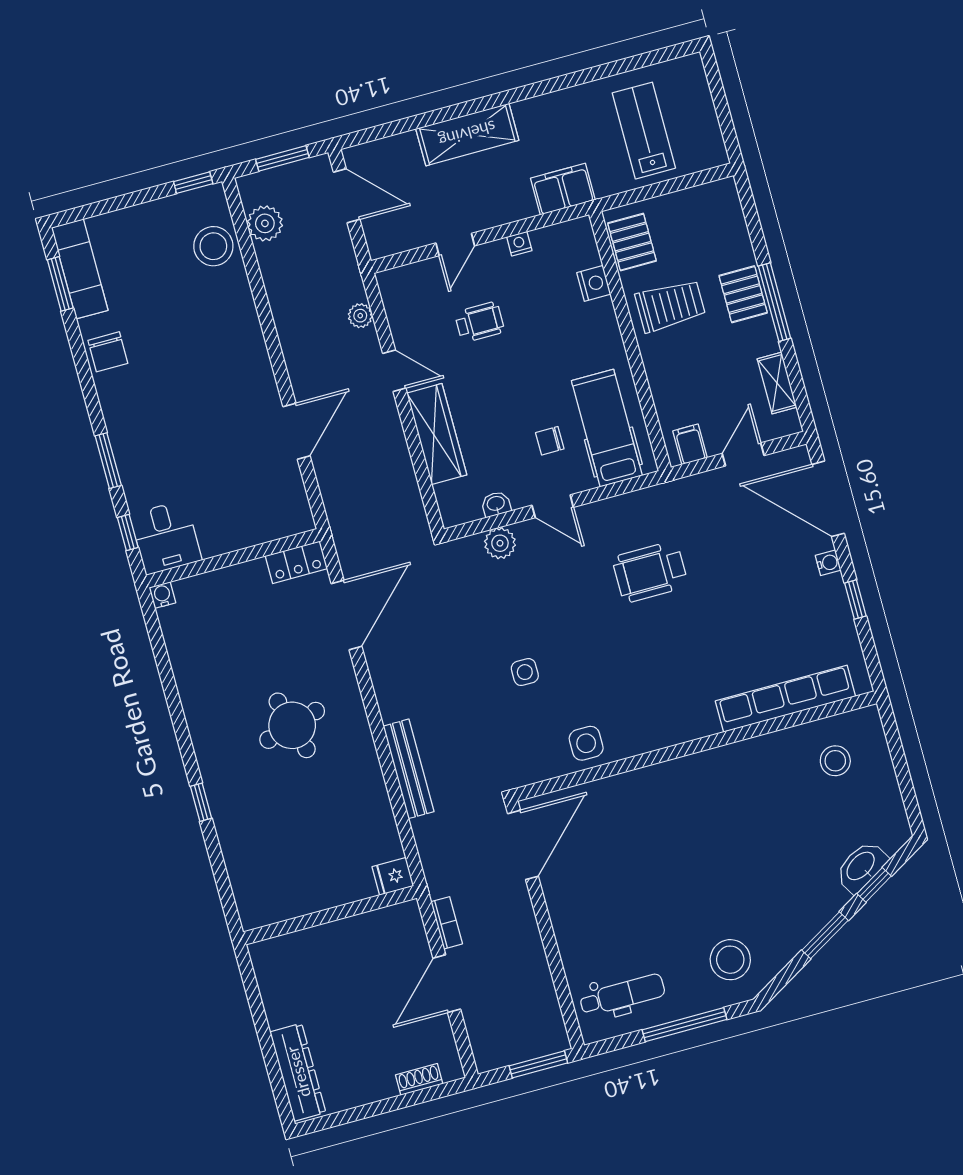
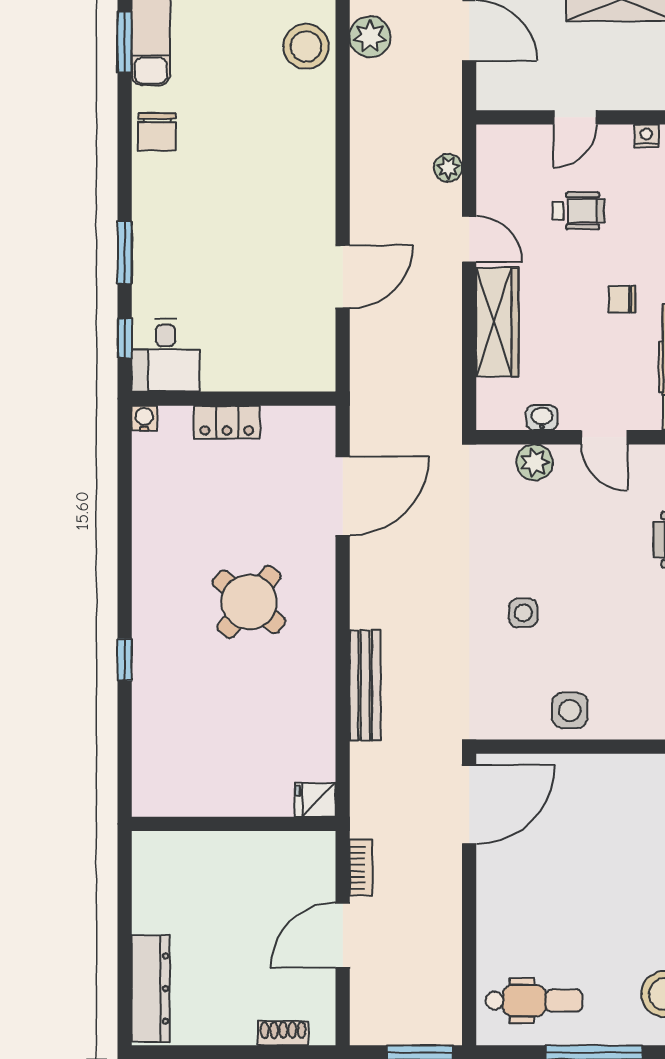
chair: (550, 441) -> (622, 299), moved
locker: (296, 562) -> (227, 422), moved
round table: (292, 725) -> (249, 602), turned -35

